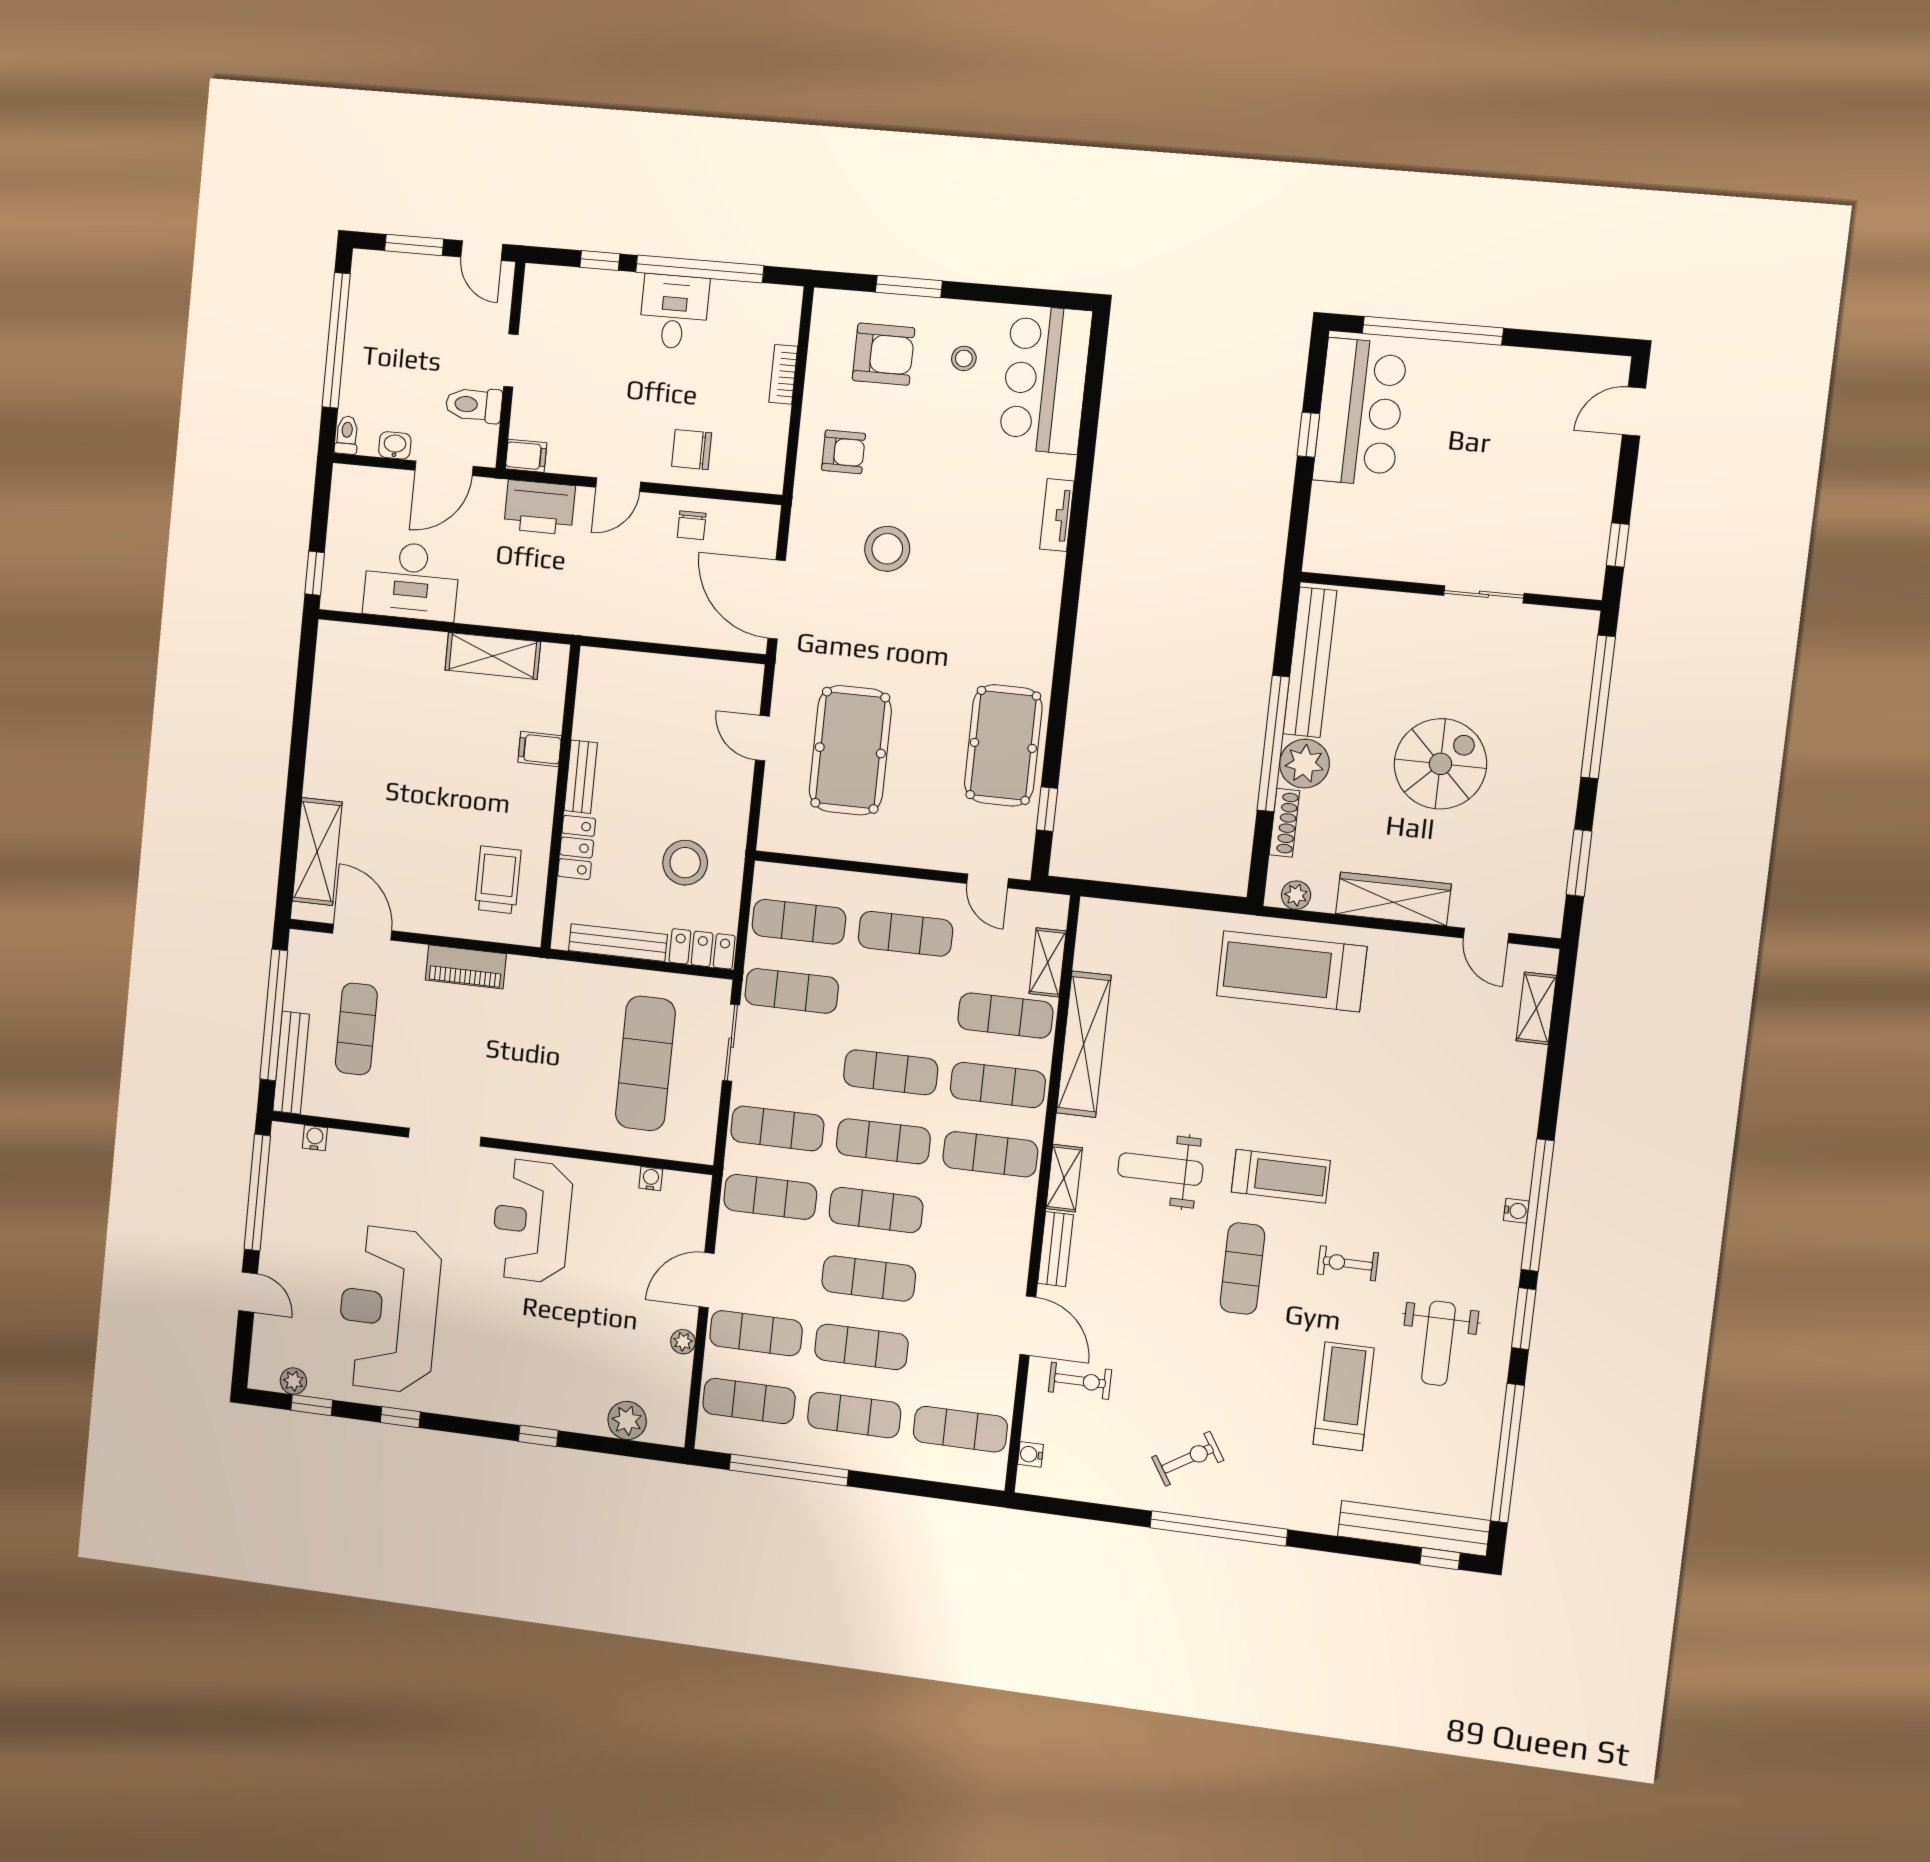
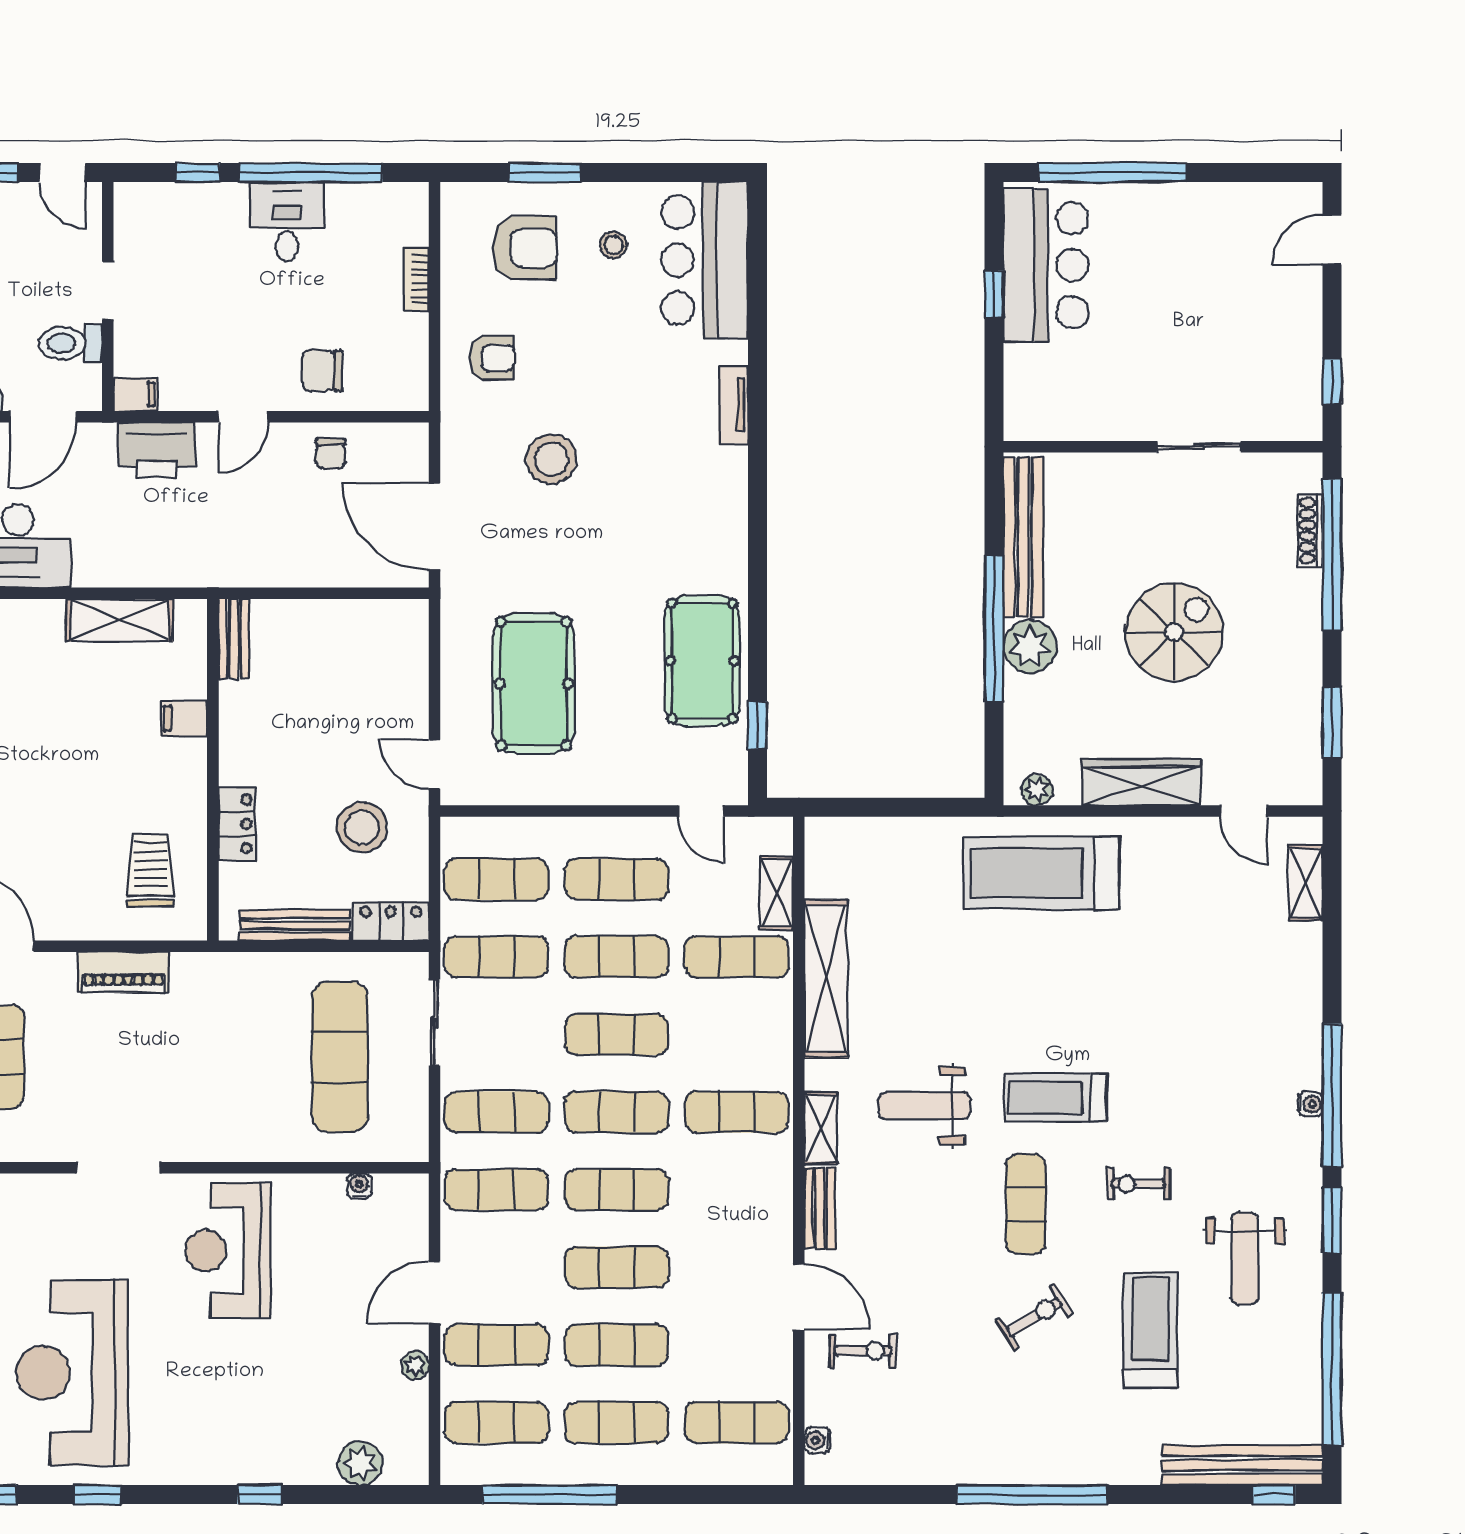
door: (762, 738) -> (434, 764), moved
bench: (581, 777) -> (234, 639), moved
shoe rack: (1284, 823) -> (1310, 531), moved, turned 180
exercise mat: (998, 1085) -> (617, 957), moved
treadmill: (1281, 1176) -> (1056, 1098), turned 180
exercise bike: (1188, 1459) -> (1034, 1317), moved

